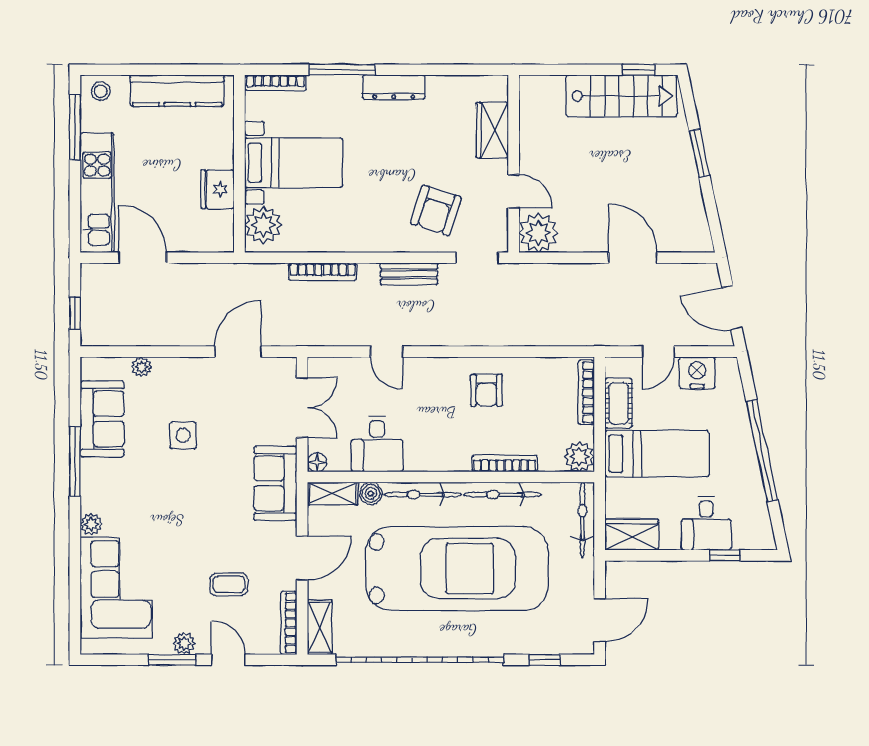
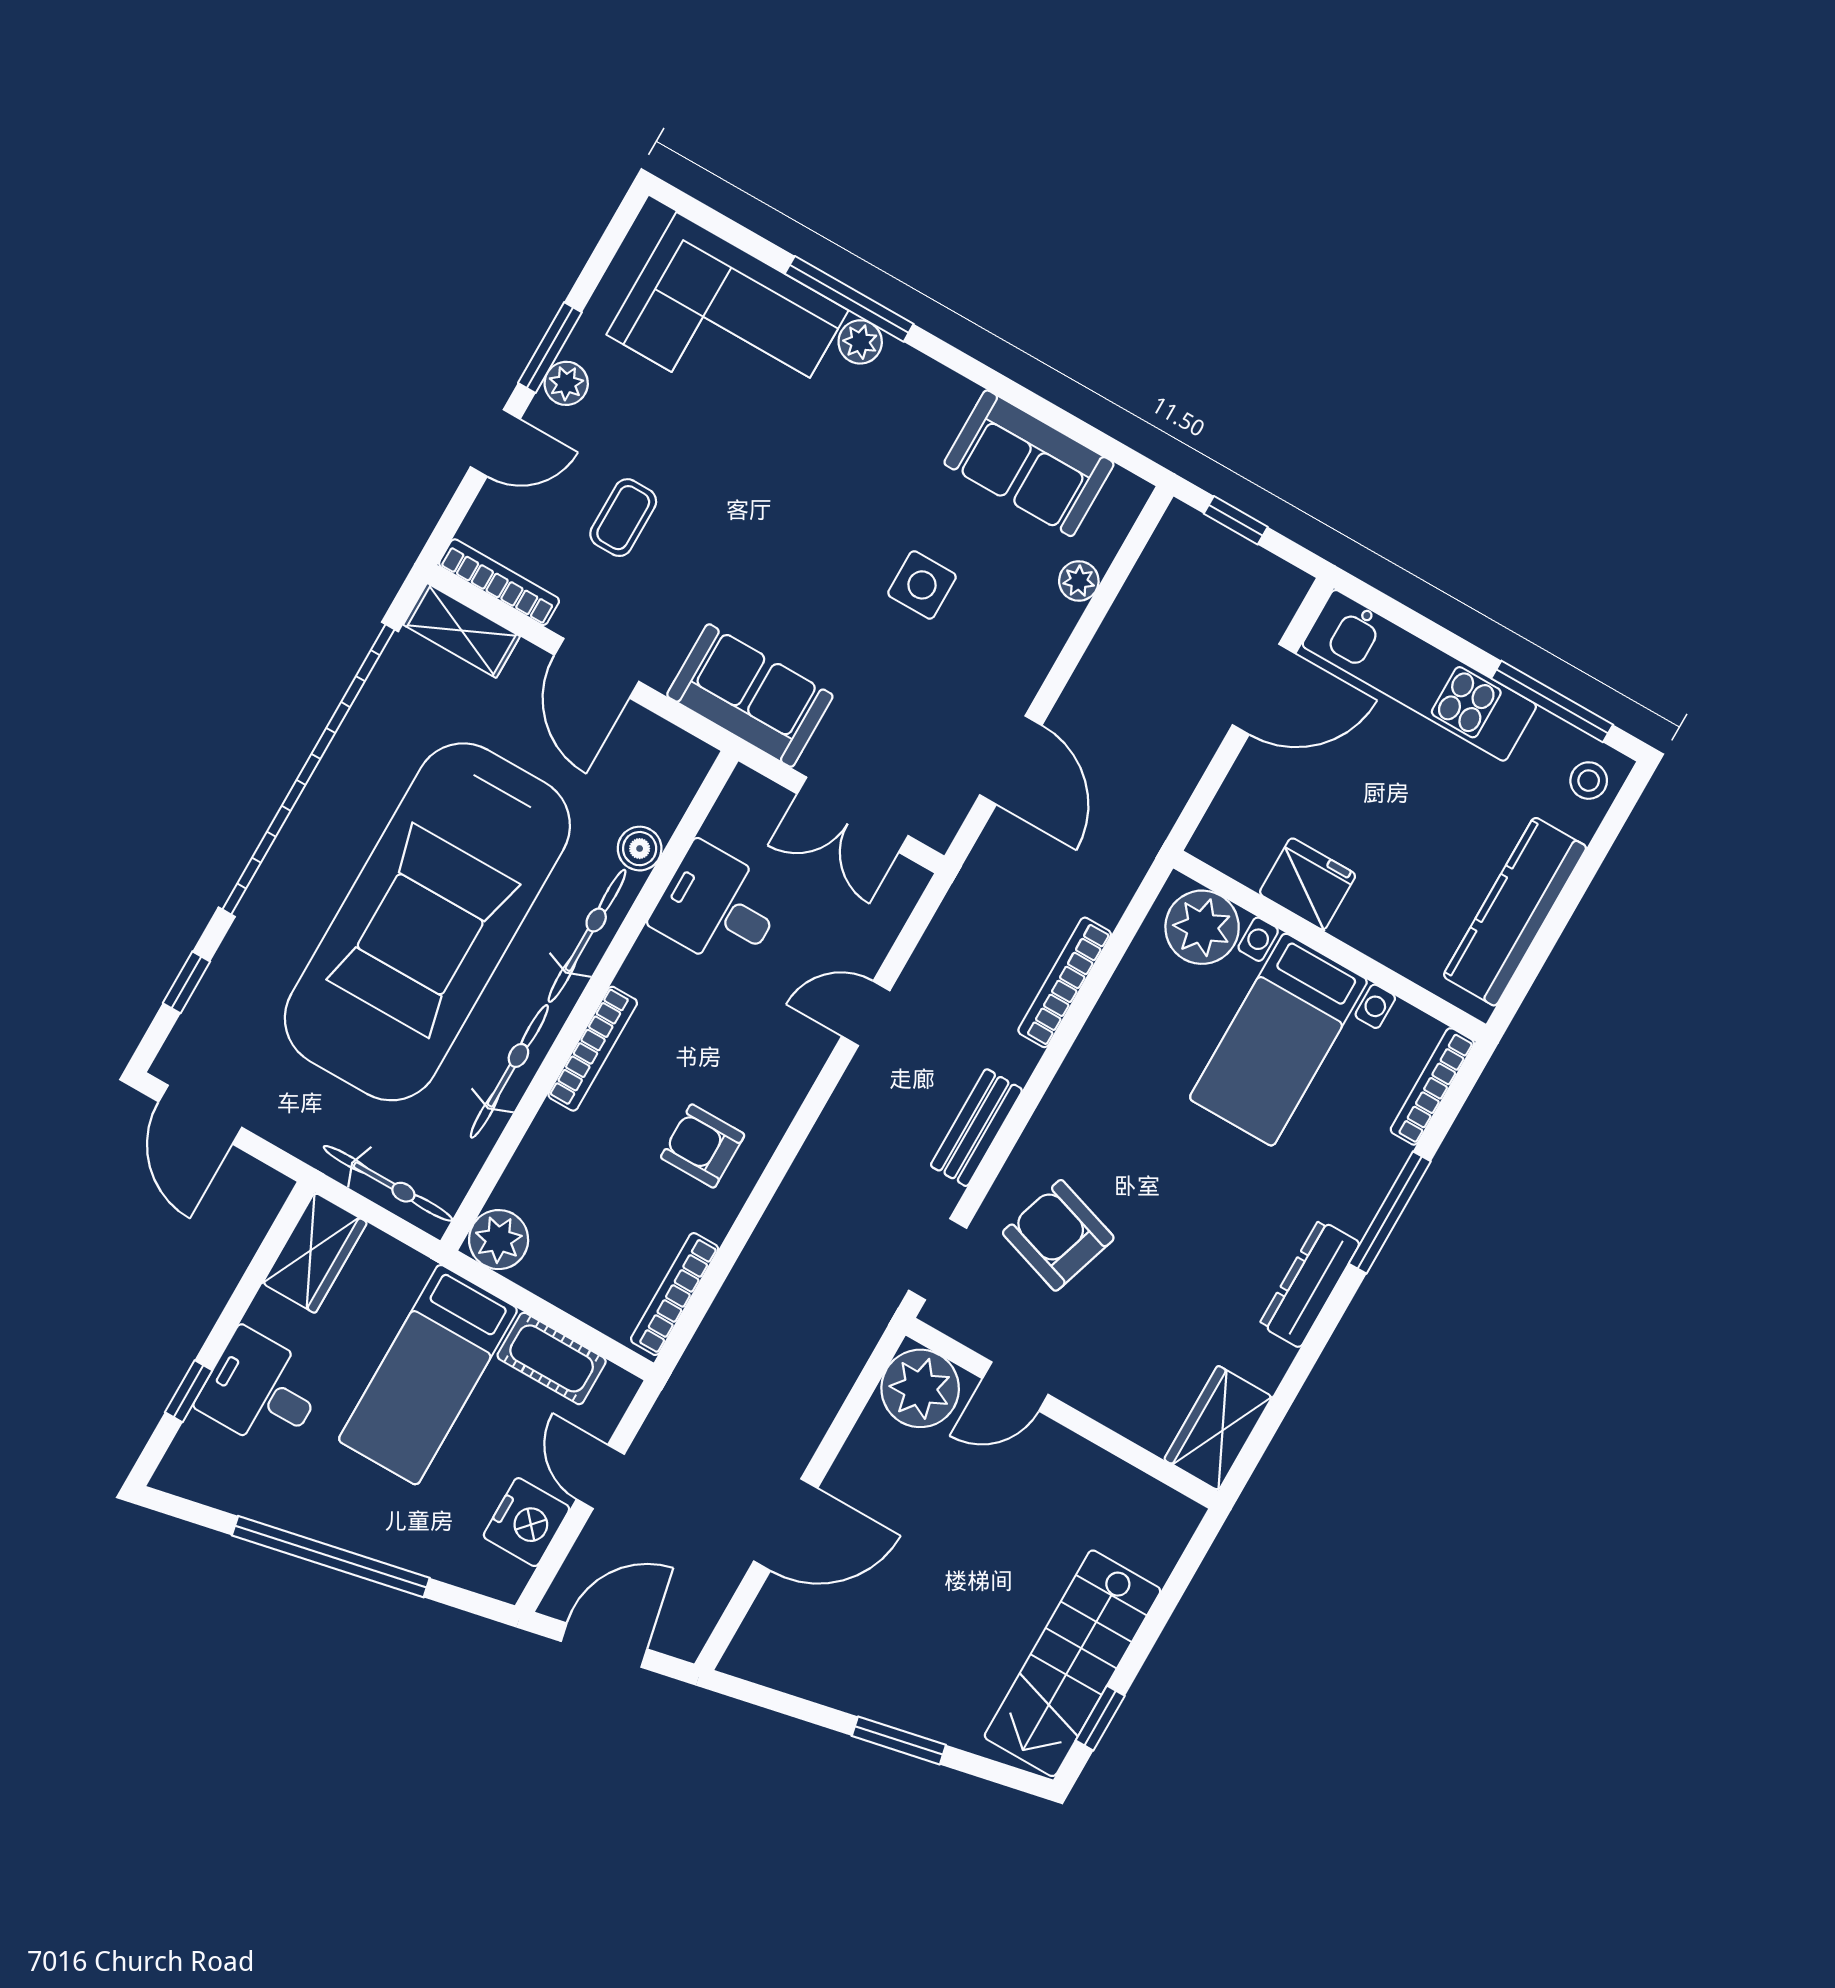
wardrobe: (492, 130) -> (1218, 1428), moved, turned -90
bookcase: (586, 392) -> (675, 1294), moved, turned -90
window: (75, 461) -> (849, 299), moved
floor lamp: (317, 462) -> (745, 787), removed
bookcase: (505, 463) -> (593, 1049), moved
shelving: (333, 494) -> (677, 783), removed

